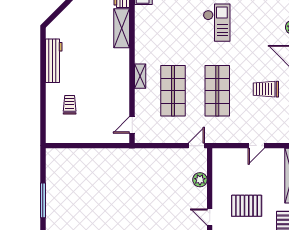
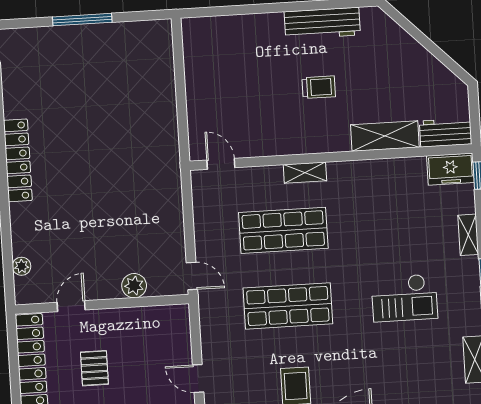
trolley: (70, 105) -> (319, 87), moved
pallet: (247, 206) -> (94, 368), width x0.67, depth x0.71

